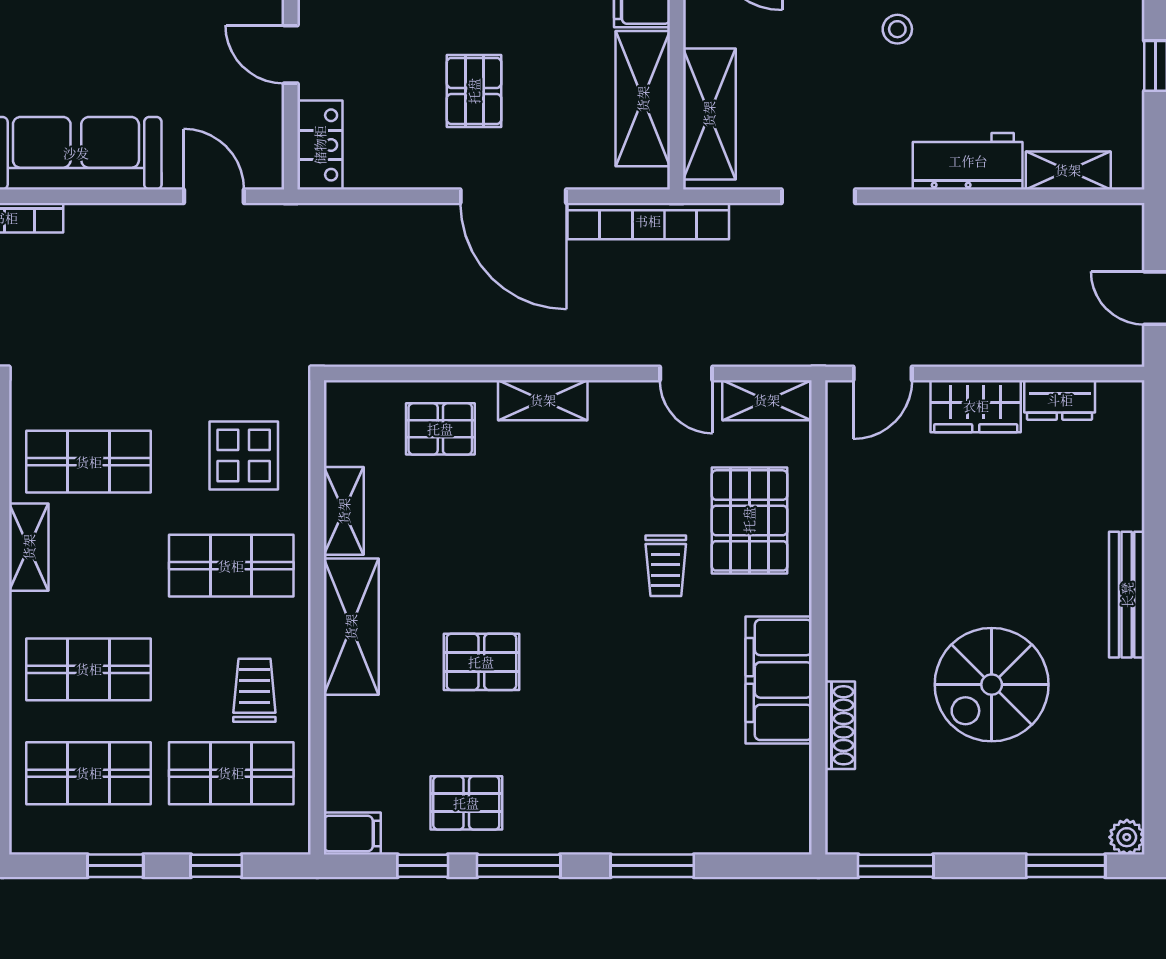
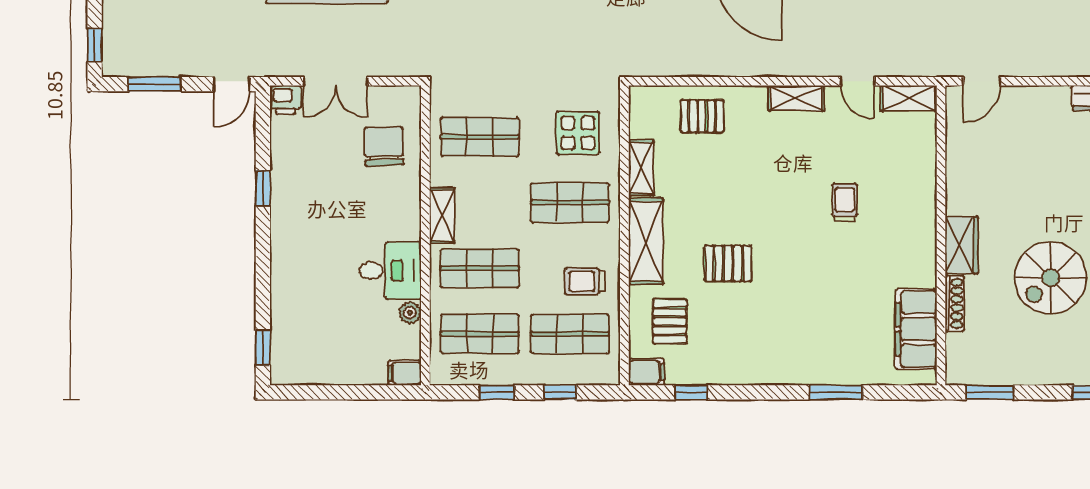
shelving: (543, 400) -> (796, 98), moved
wardrobe: (976, 406) -> (962, 245), moved, turned -90
pallet: (749, 520) -> (897, 174), removed
shelving: (29, 547) -> (442, 215), moved
trolley: (666, 566) -> (845, 203), turned 180
filing cabinet: (779, 680) -> (916, 329), moved
trolley: (254, 690) -> (585, 281), turned -90
pallet: (466, 803) -> (670, 321), moved, turned 90
window: (519, 866) -> (752, 392), removed

